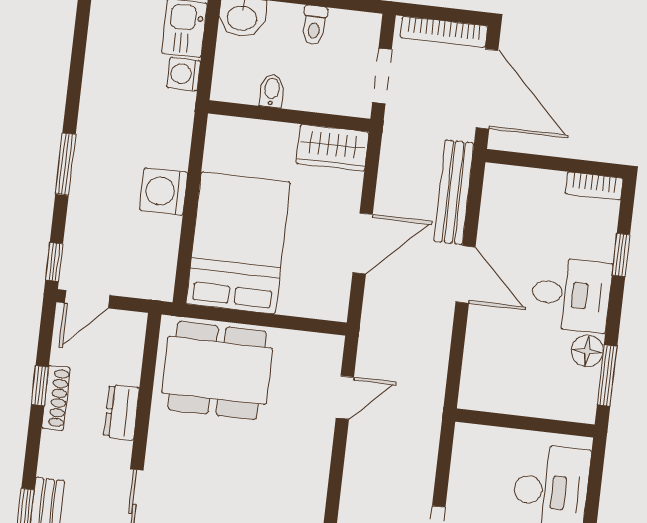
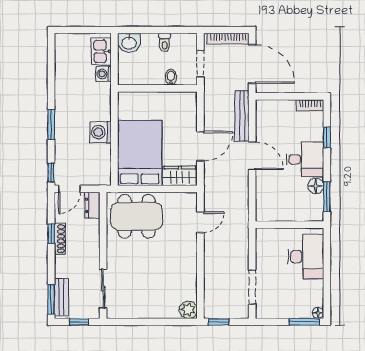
bidet: (272, 91) -> (171, 77), moved
wardrobe: (332, 148) -> (180, 176), moved, turned 180
dresser: (121, 412) -> (92, 205), moved

